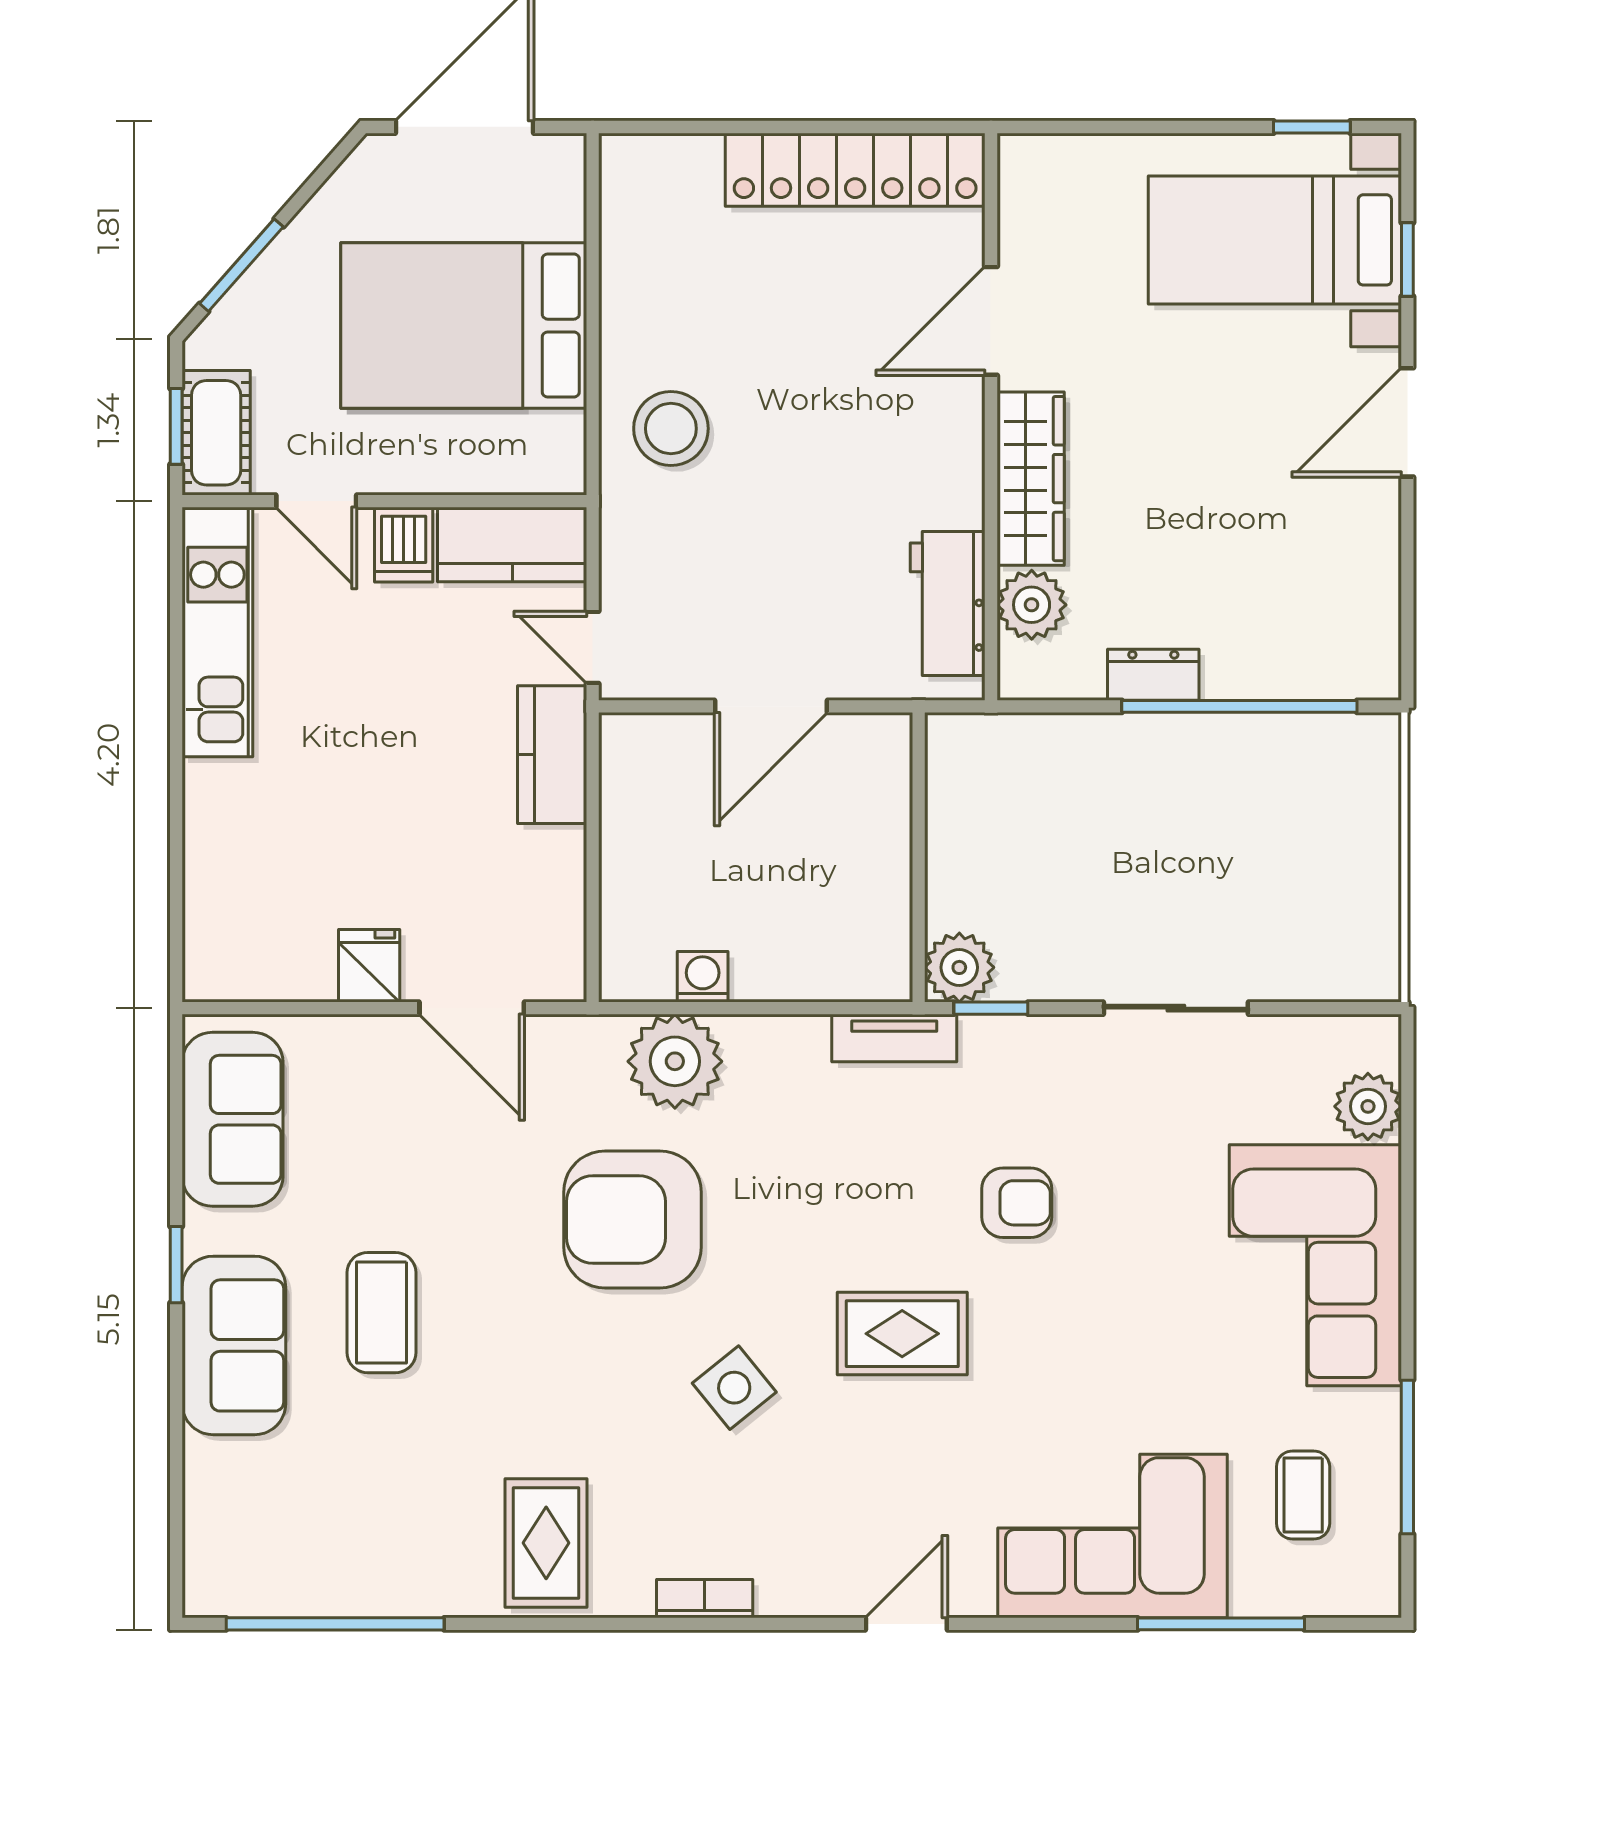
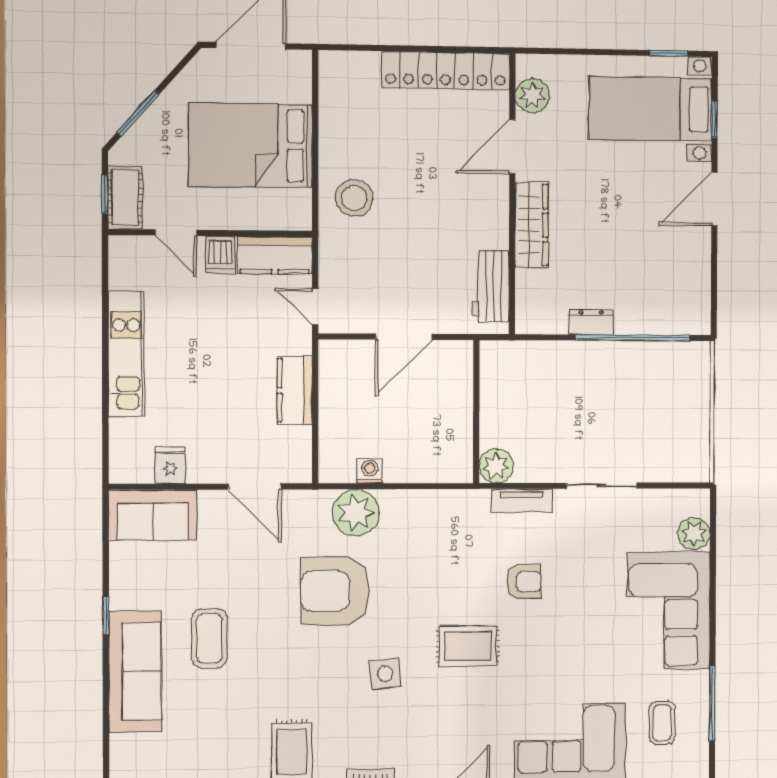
plant: (1032, 605) -> (532, 96), moved
kitchen unit: (217, 632) -> (126, 354), moved
kitchen counter: (552, 755) -> (295, 390), moved
fridge: (369, 966) -> (170, 466), moved
window: (991, 1008) -> (512, 486), removed
tv unit: (894, 1038) -> (522, 501), moved
sofa: (233, 1119) -> (153, 515), moved, turned 90
sofa: (234, 1345) -> (135, 672), width x1.36
side table: (734, 1388) -> (385, 674), turned 33

